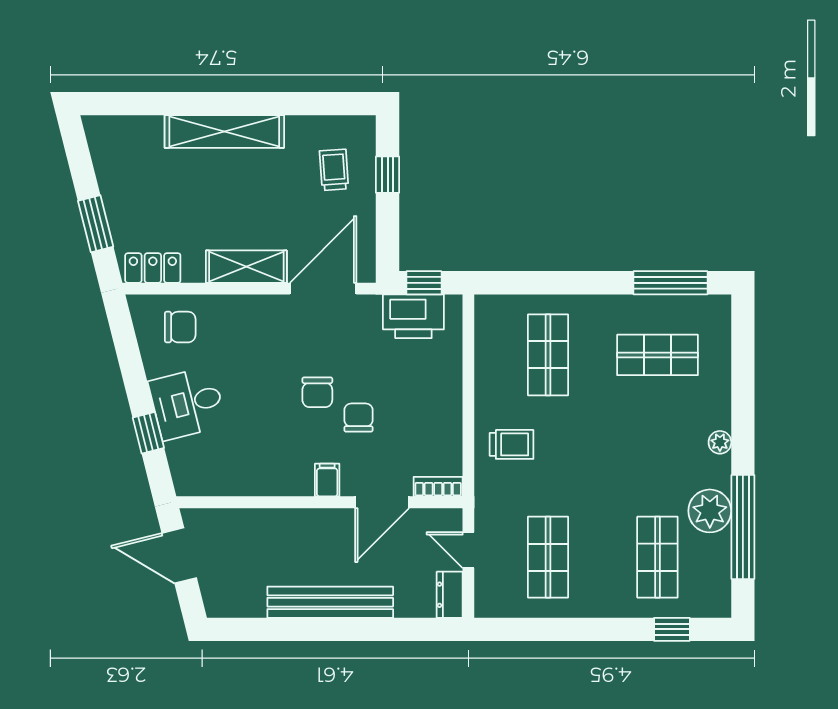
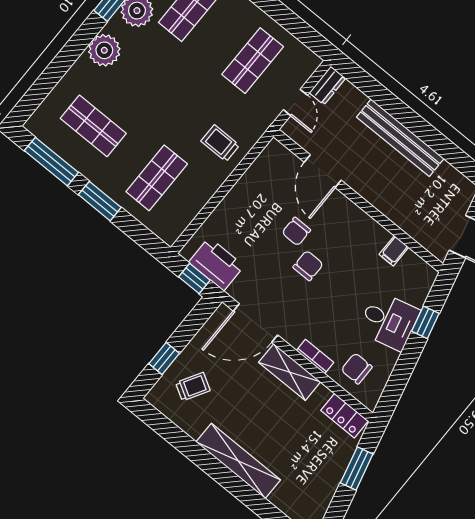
trolley: (334, 170) -> (193, 387), turned -146
window: (587, 283) -> (100, 201), added
plant: (720, 442) -> (104, 50), width x1.88, depth x1.88
filing cabinet: (327, 480) -> (394, 251), moved
bookcase: (438, 487) -> (315, 357), moved, turned 180
door: (382, 502) -> (323, 171), swing flipped

